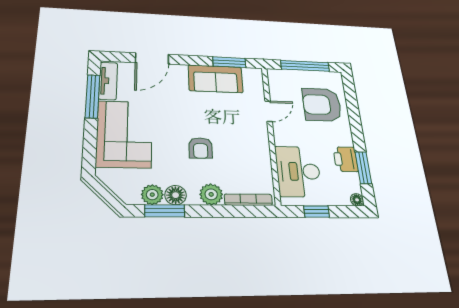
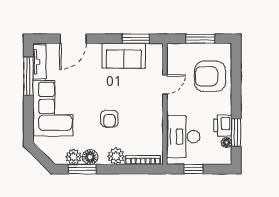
window: (305, 66) -> (200, 39), width x0.69
floor lamp: (357, 200) -> (226, 142), moved

